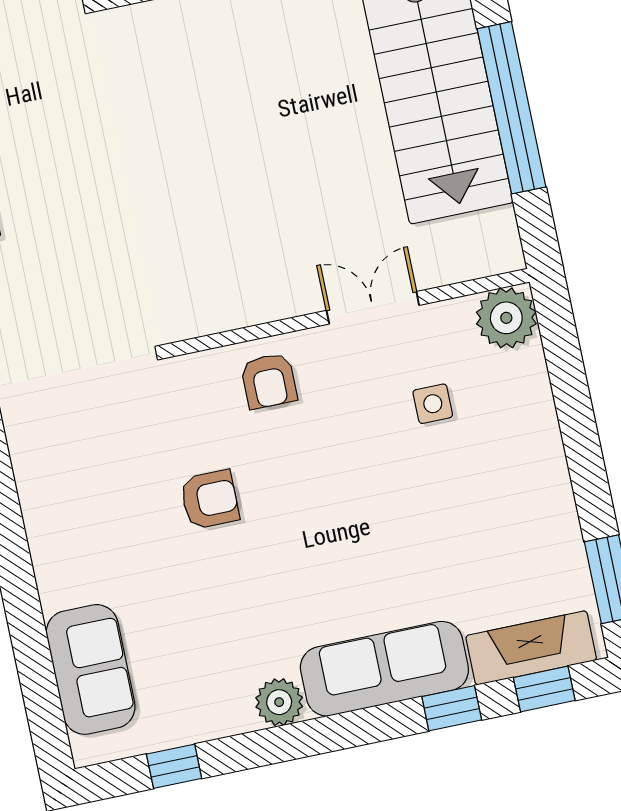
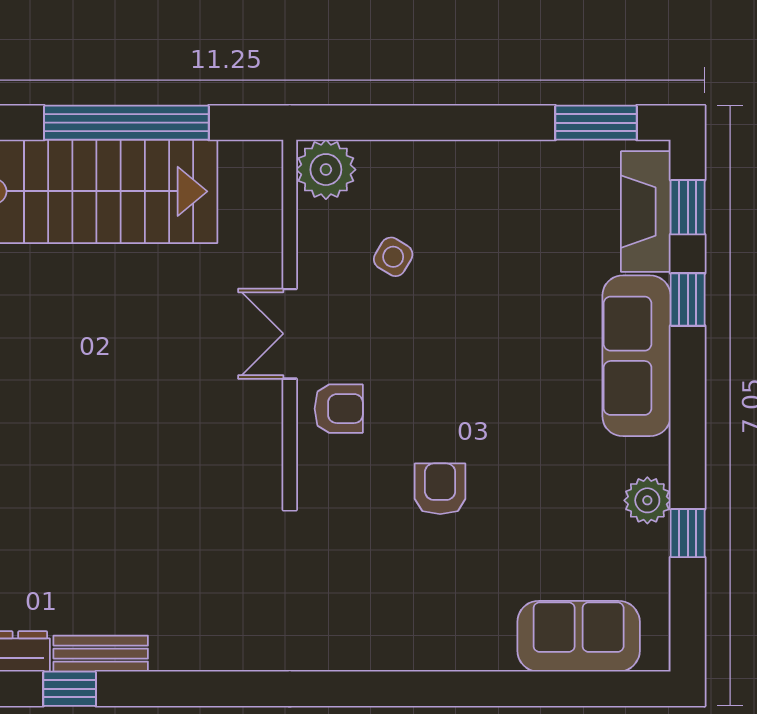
double door: (373, 308) -> (290, 334), moved
side table: (433, 404) -> (393, 257), turned 31
plant: (279, 702) -> (647, 500), moved
window: (174, 766) -> (688, 533), moved

